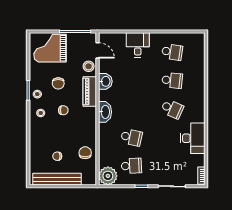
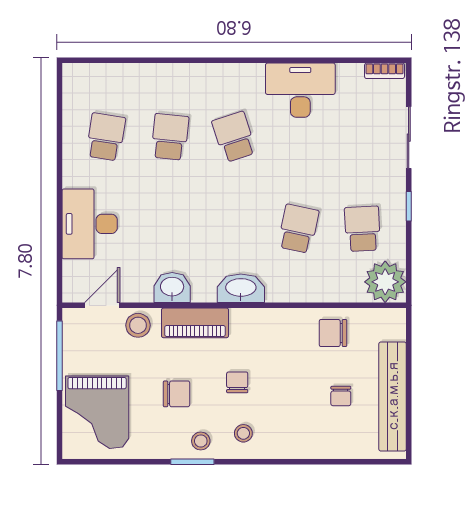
desk: (138, 45) -> (90, 224), width x1.37
school desk: (172, 109) -> (234, 137), turned -42

